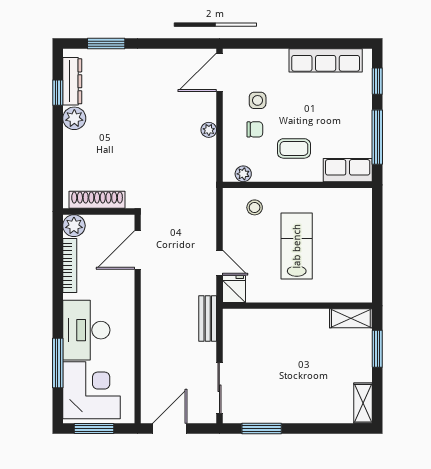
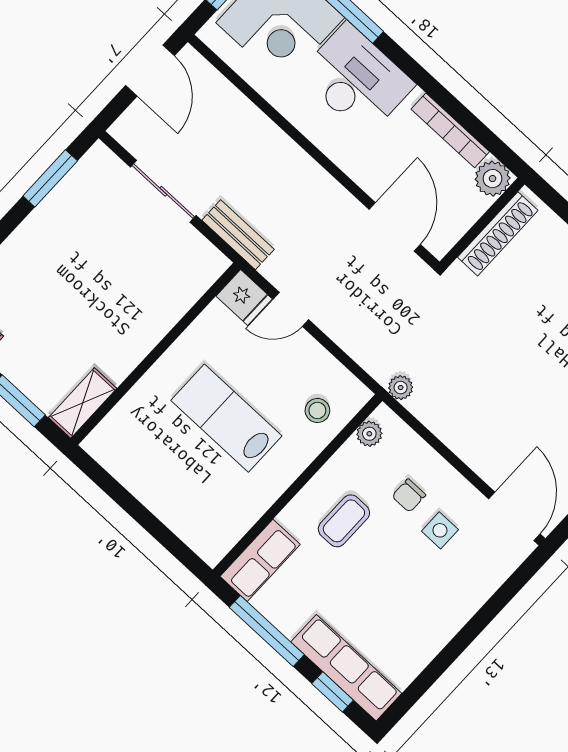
row of seats: (326, 60) -> (346, 668), moved, turned 90
plant: (209, 130) -> (401, 388), moved
lab bench: (297, 246) -> (226, 418), turned 180
sliding door: (219, 388) -> (163, 191), moved

